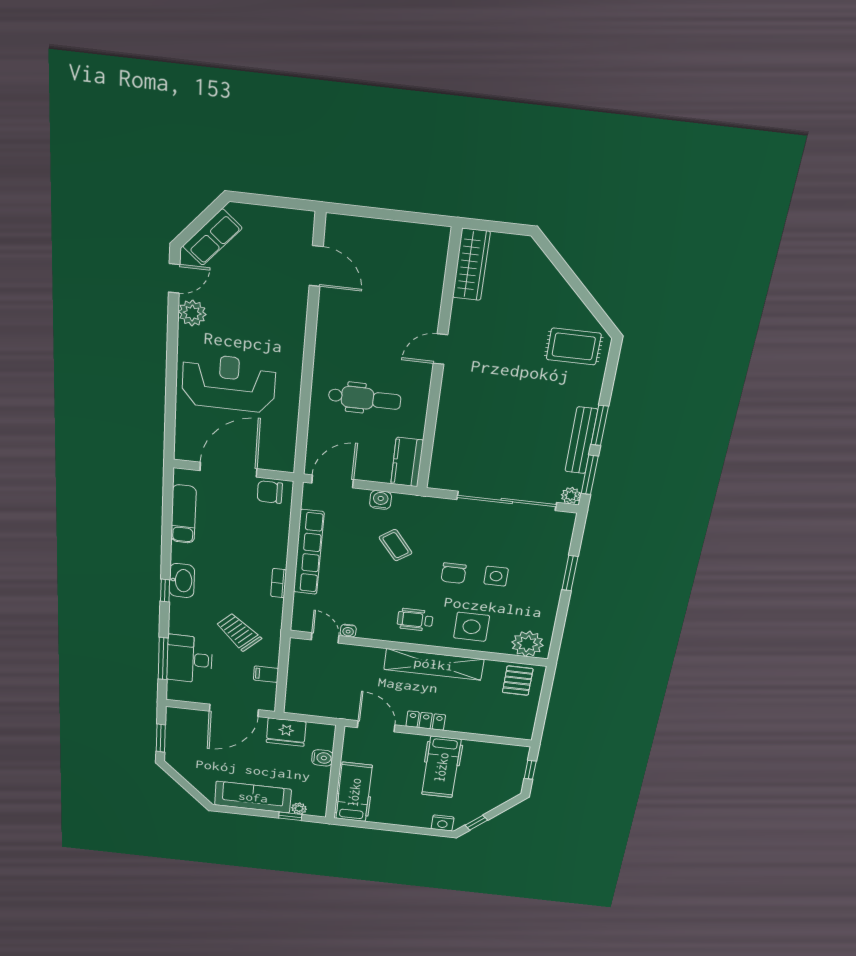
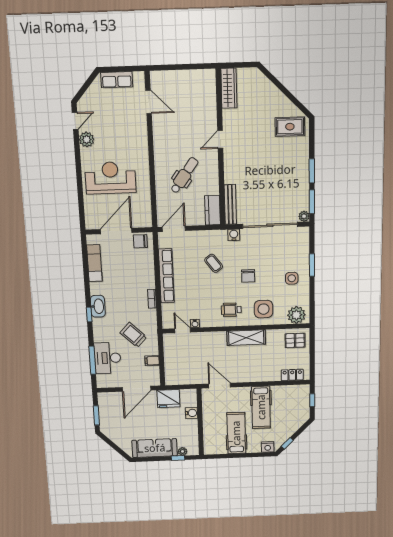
row of seats: (212, 237) -> (117, 80), moved, turned 49
dental chair: (365, 398) -> (184, 175), turned -54
bench: (581, 440) -> (230, 204), moved
water cooler: (381, 500) -> (234, 235), moved
side table: (496, 576) -> (292, 278), moved
shelving: (434, 664) -> (246, 338), width x0.68
pallet: (518, 681) -> (295, 340), turned 90
locker: (426, 721) -> (292, 375), moved
hospital bed: (354, 792) -> (236, 433), moved

